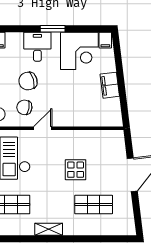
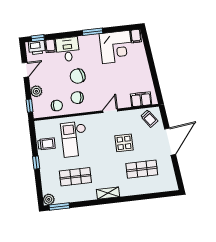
desk: (37, 47) -> (68, 49), moved
filing cabinet: (110, 85) -> (141, 99), moved, turned 97
door: (43, 128) -> (110, 111), moved
trolley: (110, 143) -> (149, 119), added

